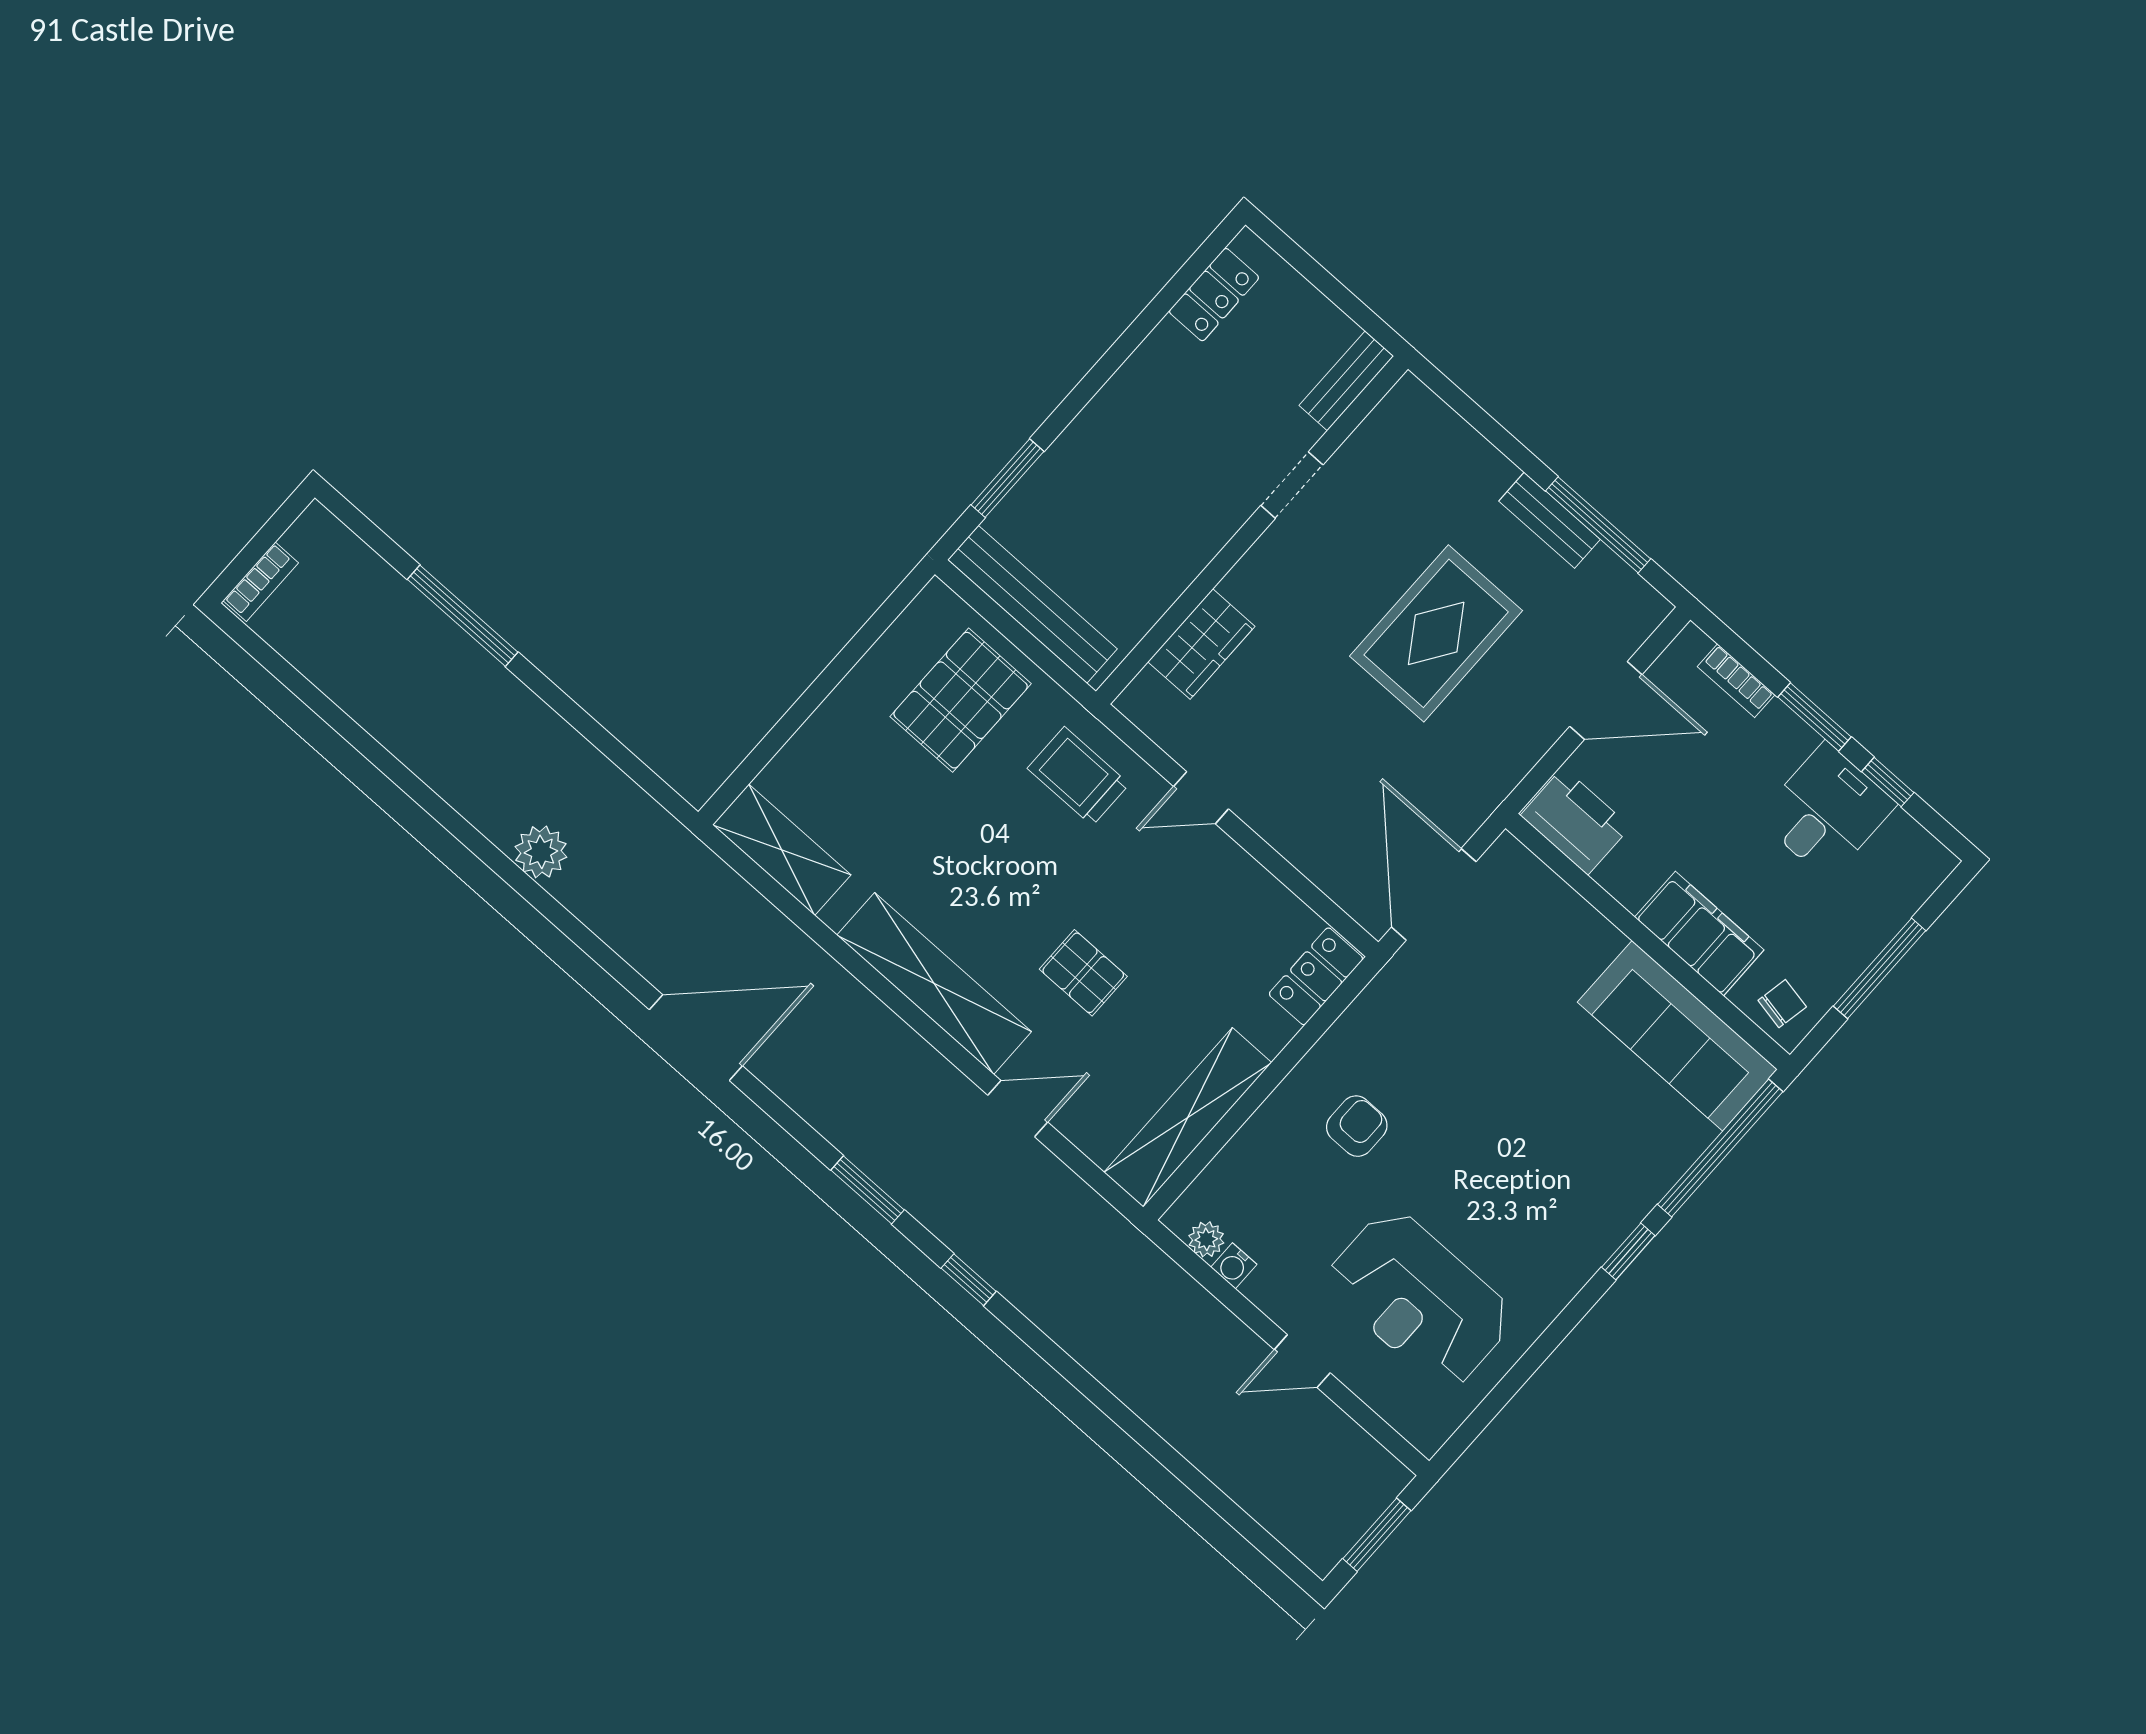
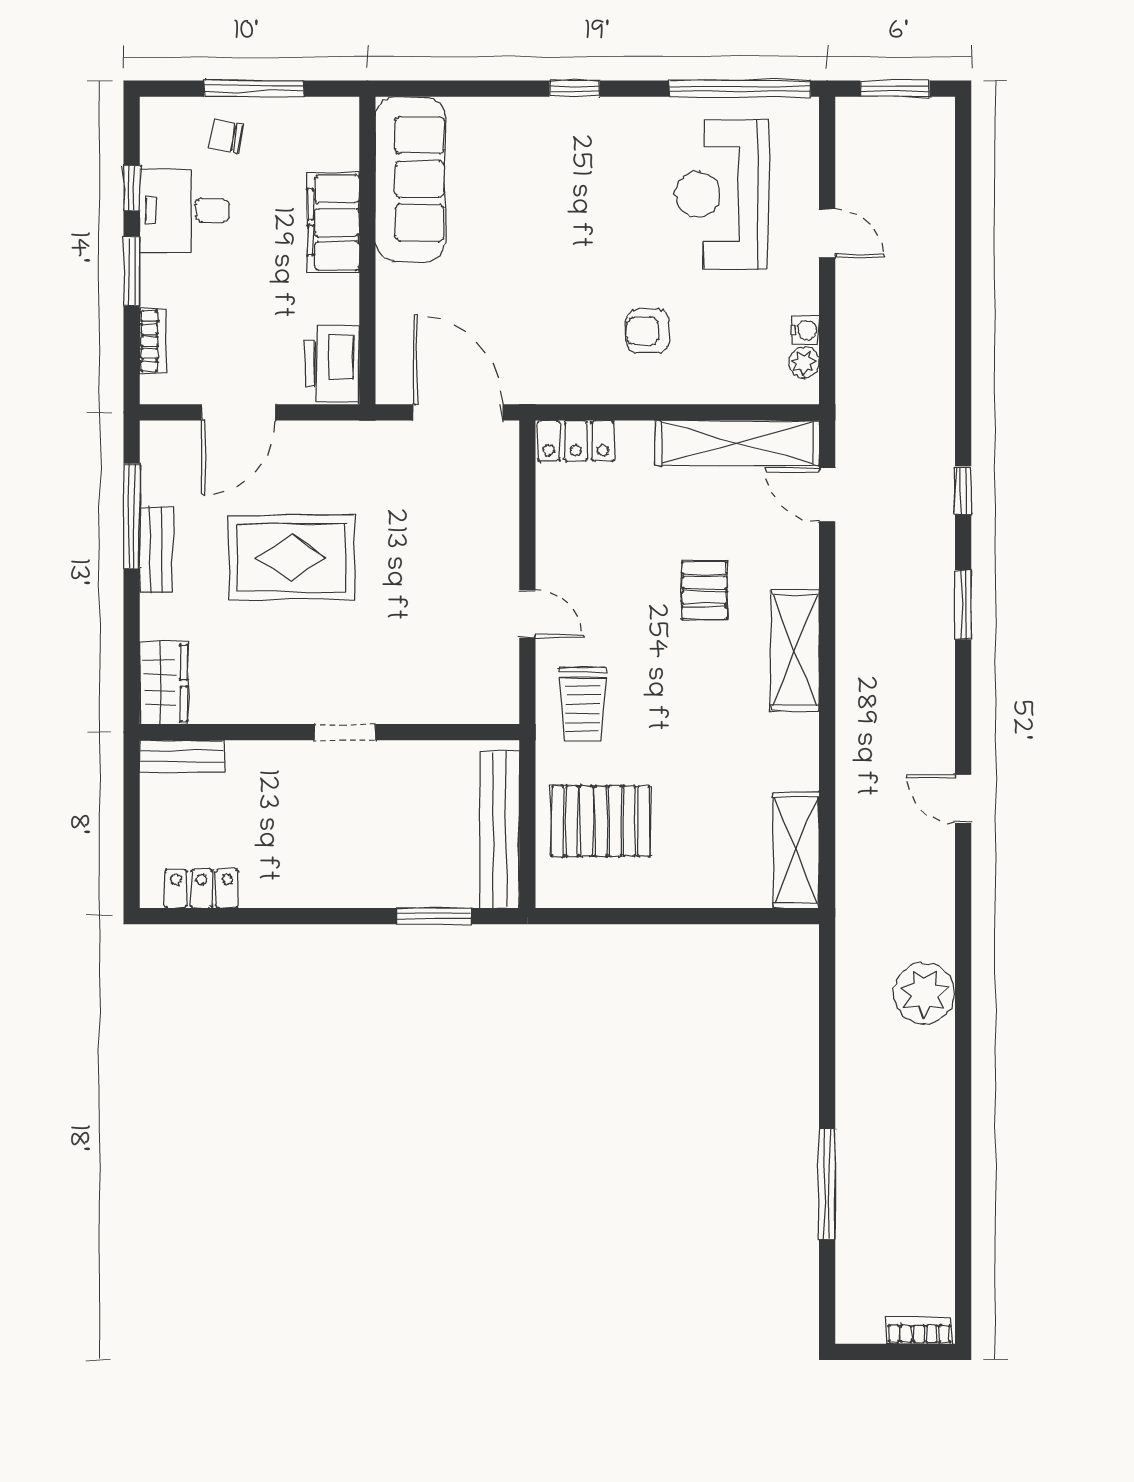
doorway: (1292, 485) -> (345, 732), moved
wardrobe: (1201, 644) -> (164, 683), moved, turned 90
door: (1606, 701) -> (238, 412), swing flipped
plant: (541, 852) -> (924, 993), width x1.36, depth x1.36
door: (1434, 894) -> (458, 412), swing flipped
shelving: (934, 983) -> (795, 650), width x0.68
chair: (1782, 1004) -> (226, 136), moved
door: (696, 1038) -> (963, 799), width x0.53
door: (1018, 1109) -> (827, 495), moved
window: (1720, 1148) -> (740, 89), moved
reception desk: (1419, 1299) -> (722, 194), turned 180

